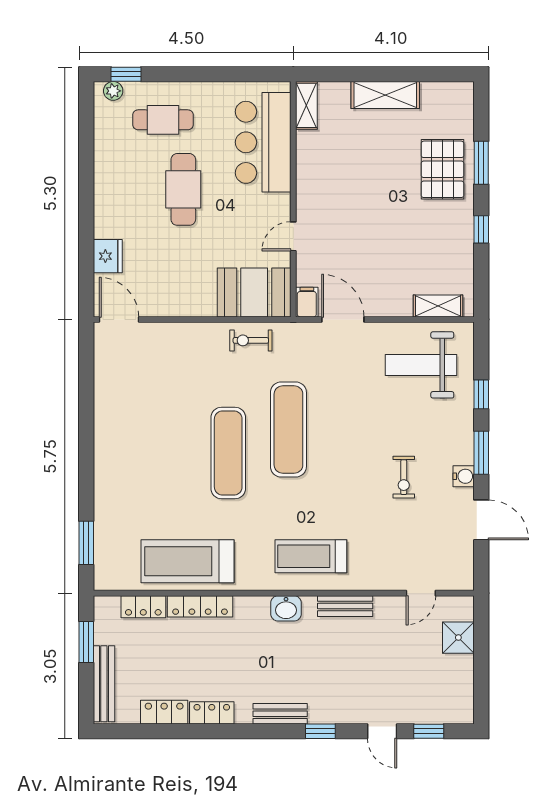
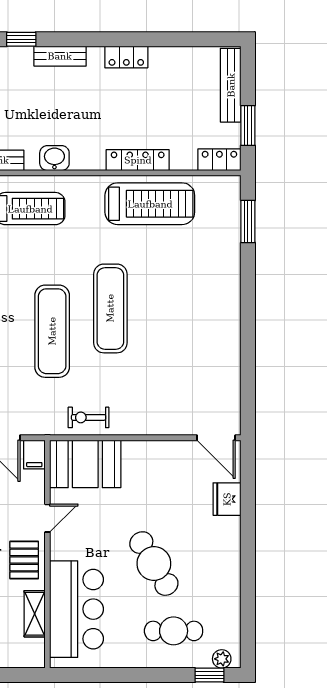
shelving: (306, 105) -> (35, 614), moved
cafe table: (183, 189) -> (154, 564), turned -31
pallet: (317, 193) -> (24, 560), added
exercise bike: (251, 340) -> (89, 417), turned 180
locker: (143, 607) -> (219, 160), moved
locker: (164, 712) -> (172, 58), removed

